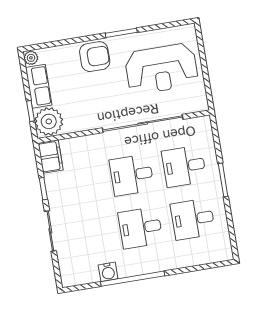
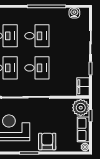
armchair: (95, 57) -> (47, 142), turned 90
water cooler: (108, 272) -> (74, 13), moved

